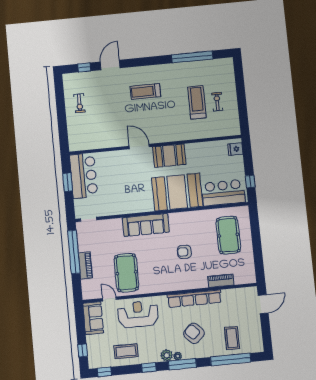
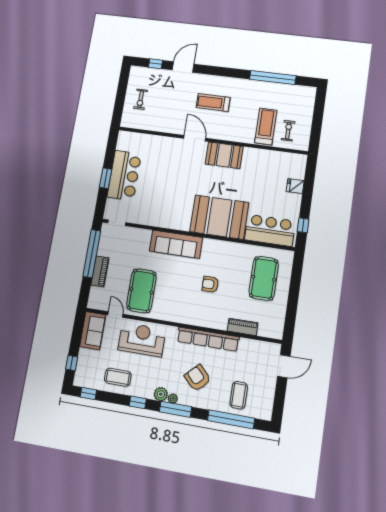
wall: (155, 145) -> (212, 140), moved
door: (139, 146) -> (195, 138), moved
booth: (169, 156) -> (224, 155), moved

